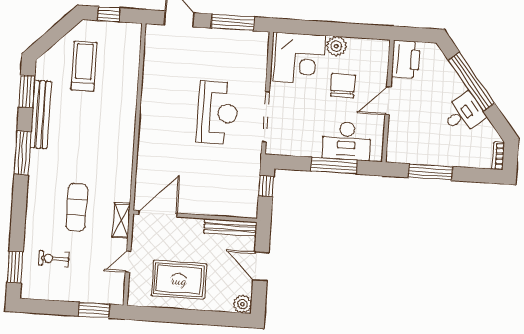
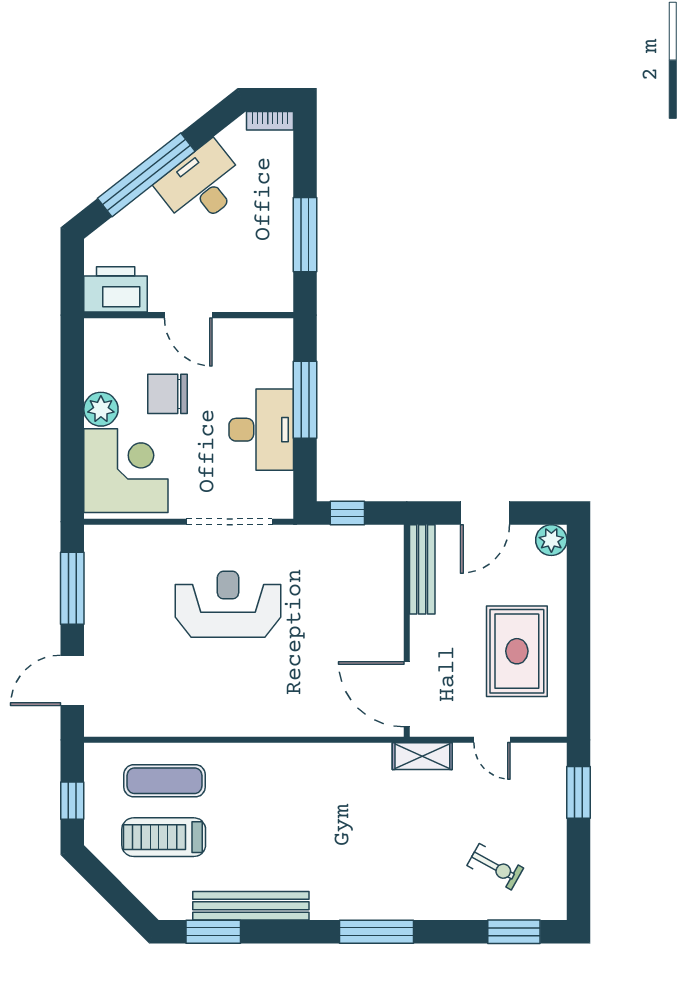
desk: (463, 114) -> (202, 185), width x1.37
desk: (346, 141) -> (261, 430), moved
window: (23, 153) -> (377, 932), moved
exercise mat: (77, 207) -> (165, 781), moved
exercise bike: (54, 259) -> (495, 867), turned -61

